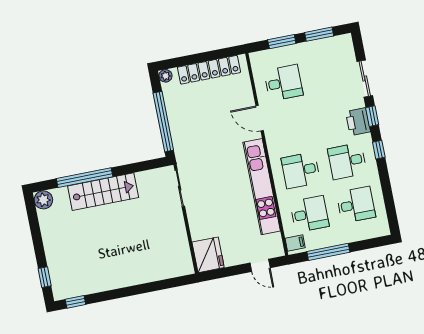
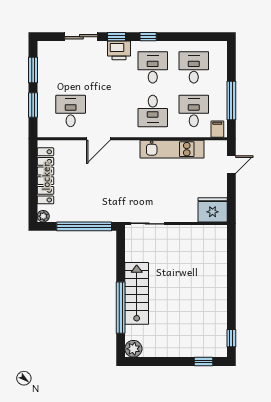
desk: (347, 161) -> (153, 67), turned 180
kitchen unit: (262, 187) -> (172, 149), width x0.73

